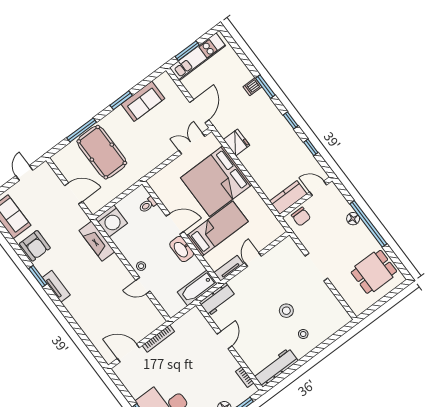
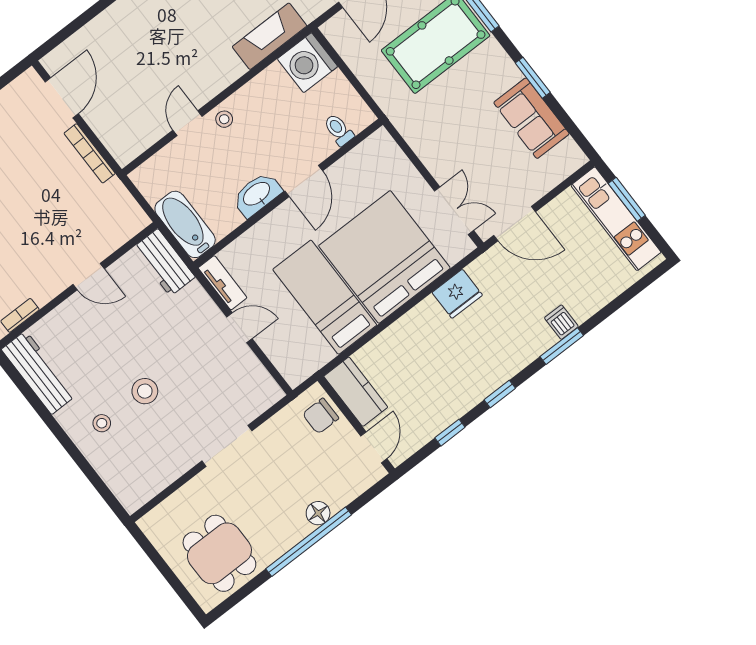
bed: (217, 229) -> (325, 297), moved, turned 180

